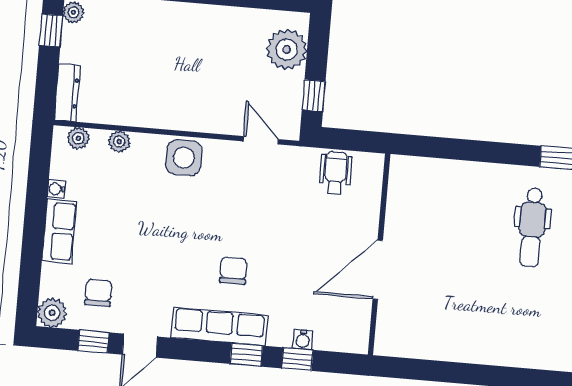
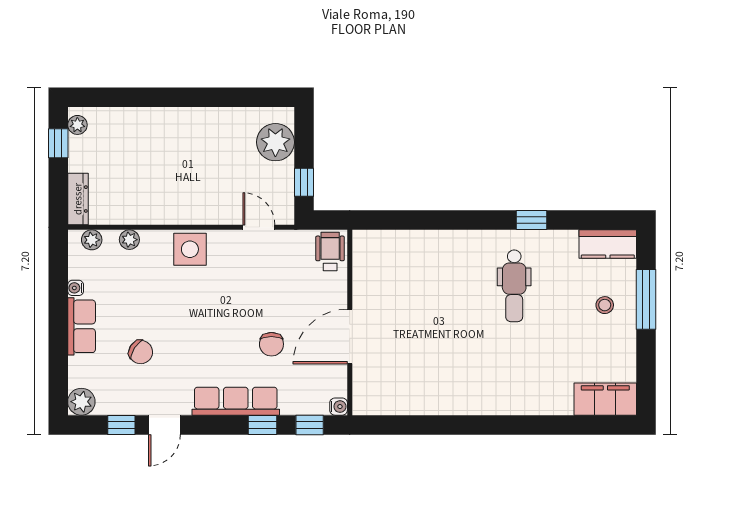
wall: (379, 254) -> (350, 322), moved
door: (378, 270) -> (350, 337), moved
chair: (233, 271) -> (271, 344), moved, turned 180
chair: (98, 293) -> (141, 352), moved, turned 123
water cooler: (303, 340) -> (339, 407), moved, turned -90

